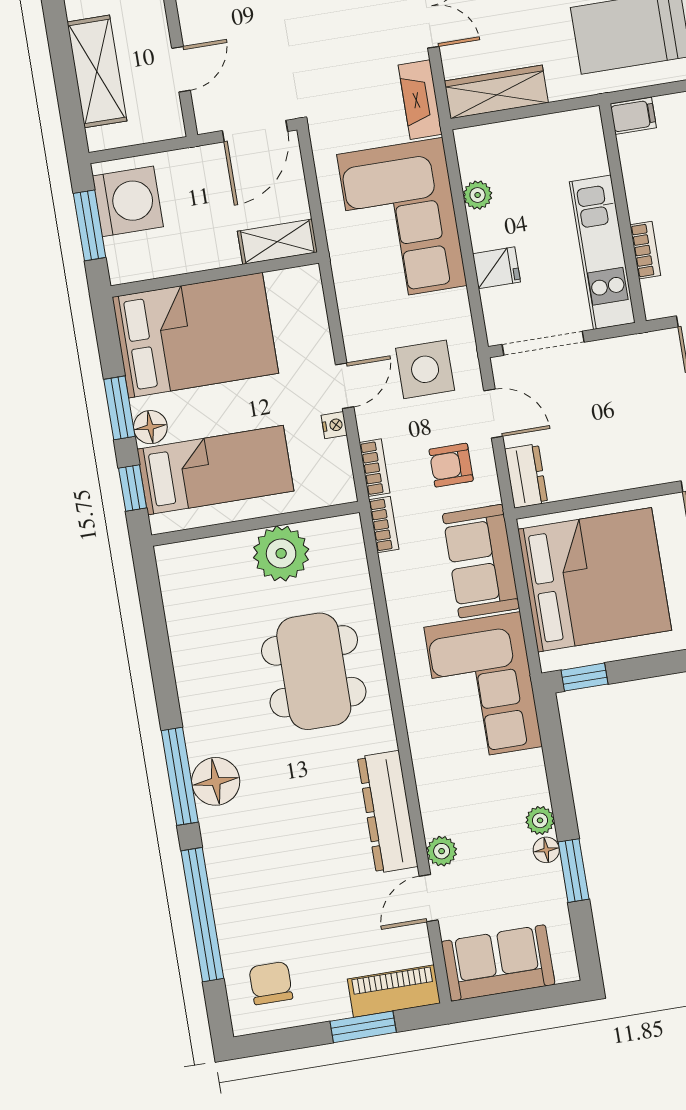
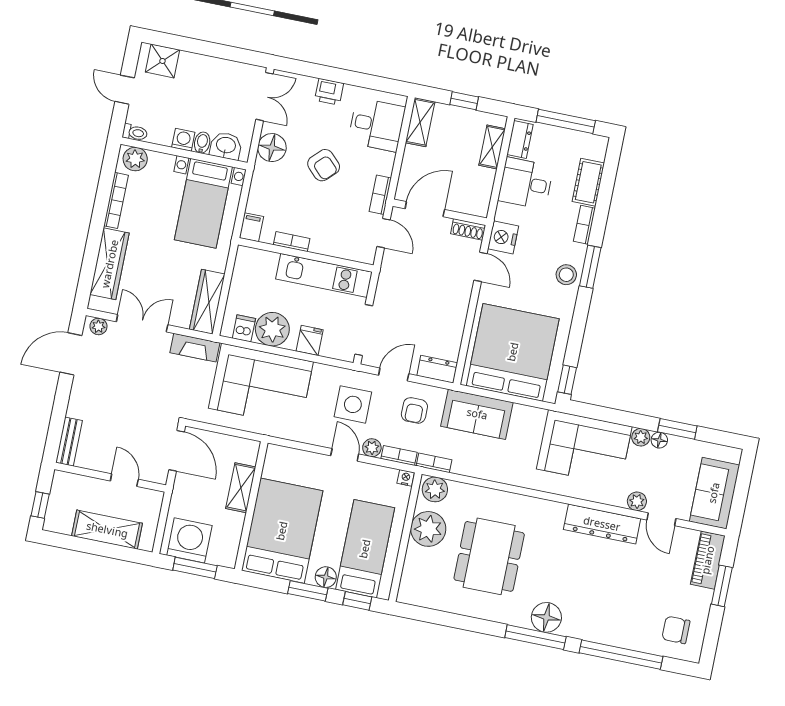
dishwasher: (477, 162) -> (244, 328), added
plant: (478, 195) -> (272, 329), width x1.87, depth x1.87
shelving: (277, 242) -> (241, 488), moved
bookcase: (645, 250) -> (292, 242), moved
plant: (371, 423) -> (372, 448), added
nightstand: (334, 425) -> (406, 478), moved
plant: (344, 541) -> (435, 489), added
dining table: (314, 671) -> (489, 556), moved, turned 90
corner sofa: (483, 687) -> (584, 448), moved

